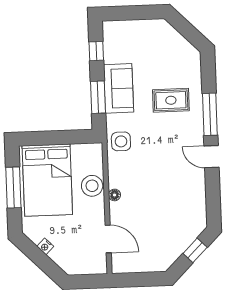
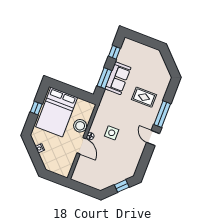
side table: (121, 141) -> (112, 133), moved
window: (13, 188) -> (36, 108), width x0.46
door: (108, 239) -> (82, 146), moved

